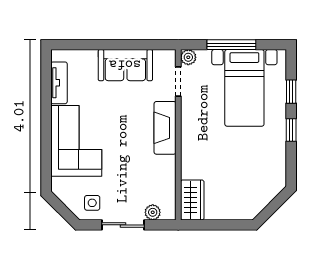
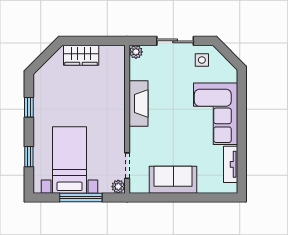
fireplace: (165, 128) -> (138, 103), moved
window: (291, 130) -> (29, 107), moved
wardrobe: (192, 200) -> (81, 55), moved, turned -90
plant: (153, 212) -> (136, 52), moved

